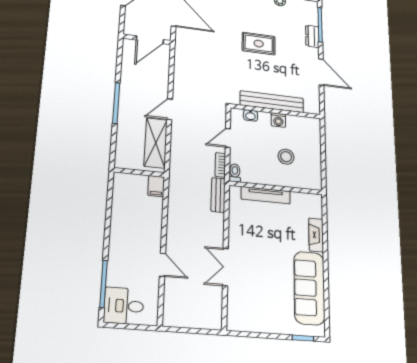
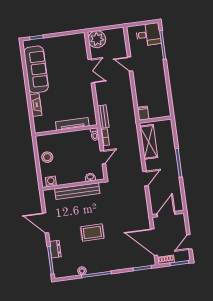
door: (170, 109) -> (146, 179), moved
washing machine: (278, 120) -> (51, 181), moved
stool: (286, 157) -> (47, 157), moved
plant: (208, 315) -> (97, 39), added

